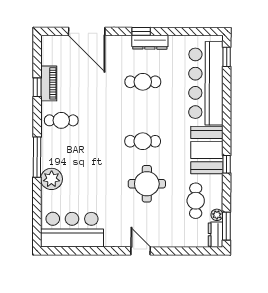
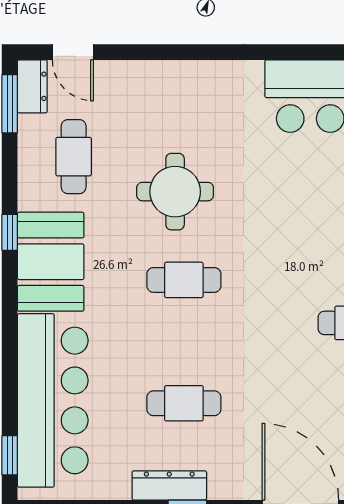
plant: (217, 215) -> (30, 127), removed
door: (141, 251) -> (73, 52), moved

